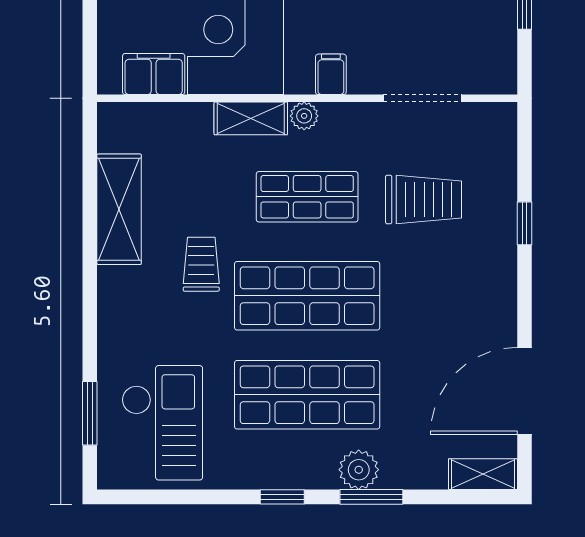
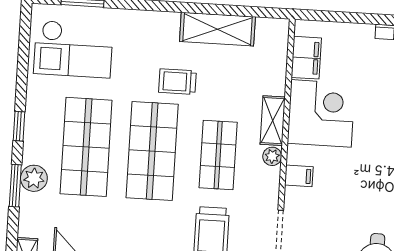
trolley: (201, 264) -> (177, 82), turned 180

